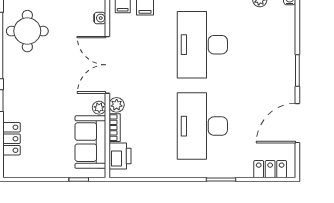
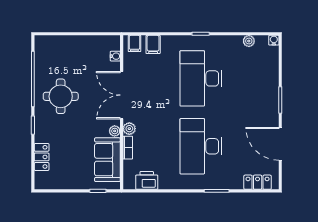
round table: (27, 31) -> (61, 96), moved
door: (297, 123) -> (280, 144), hinge flipped
printer: (120, 156) -> (147, 180), moved, turned -90

